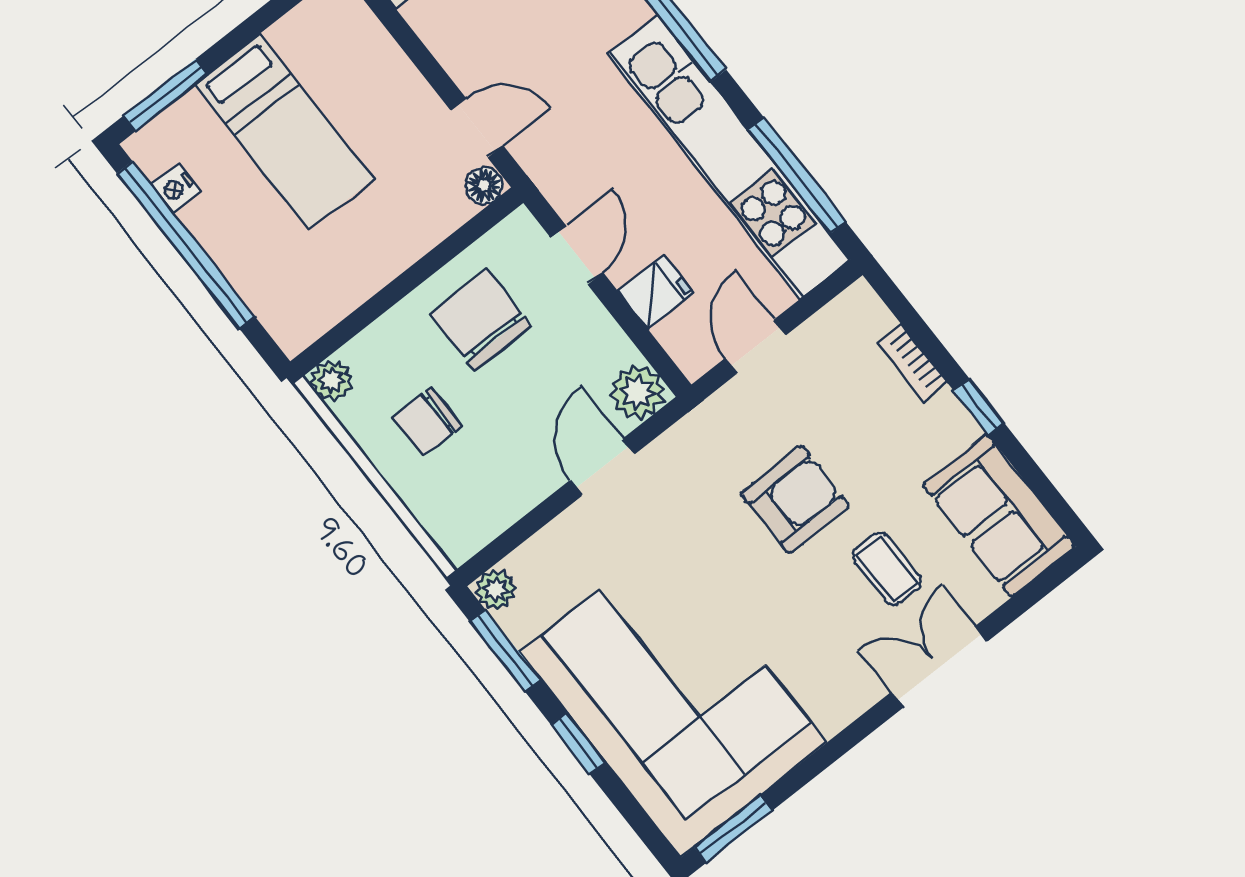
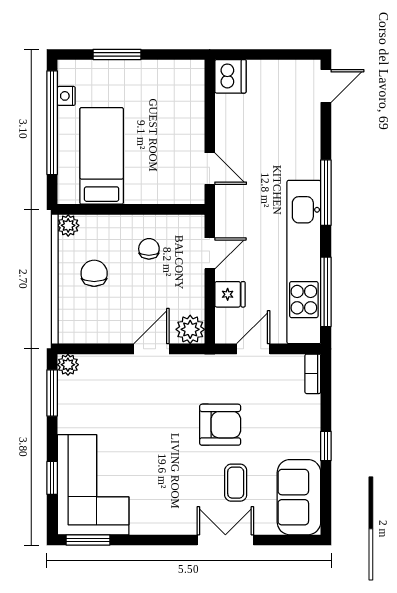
window: (166, 95) -> (117, 54), moved
bed: (284, 132) -> (102, 156), moved, turned 180
floor lamp: (484, 185) -> (194, 195), removed
chair: (480, 320) -> (149, 249), width x0.54, depth x0.54
bookcase: (912, 362) -> (313, 374), moved
chair: (427, 421) -> (94, 273), turned 90
corner sofa: (673, 698) -> (93, 485), width x0.73, depth x0.74
window: (578, 743) -> (52, 478), moved

